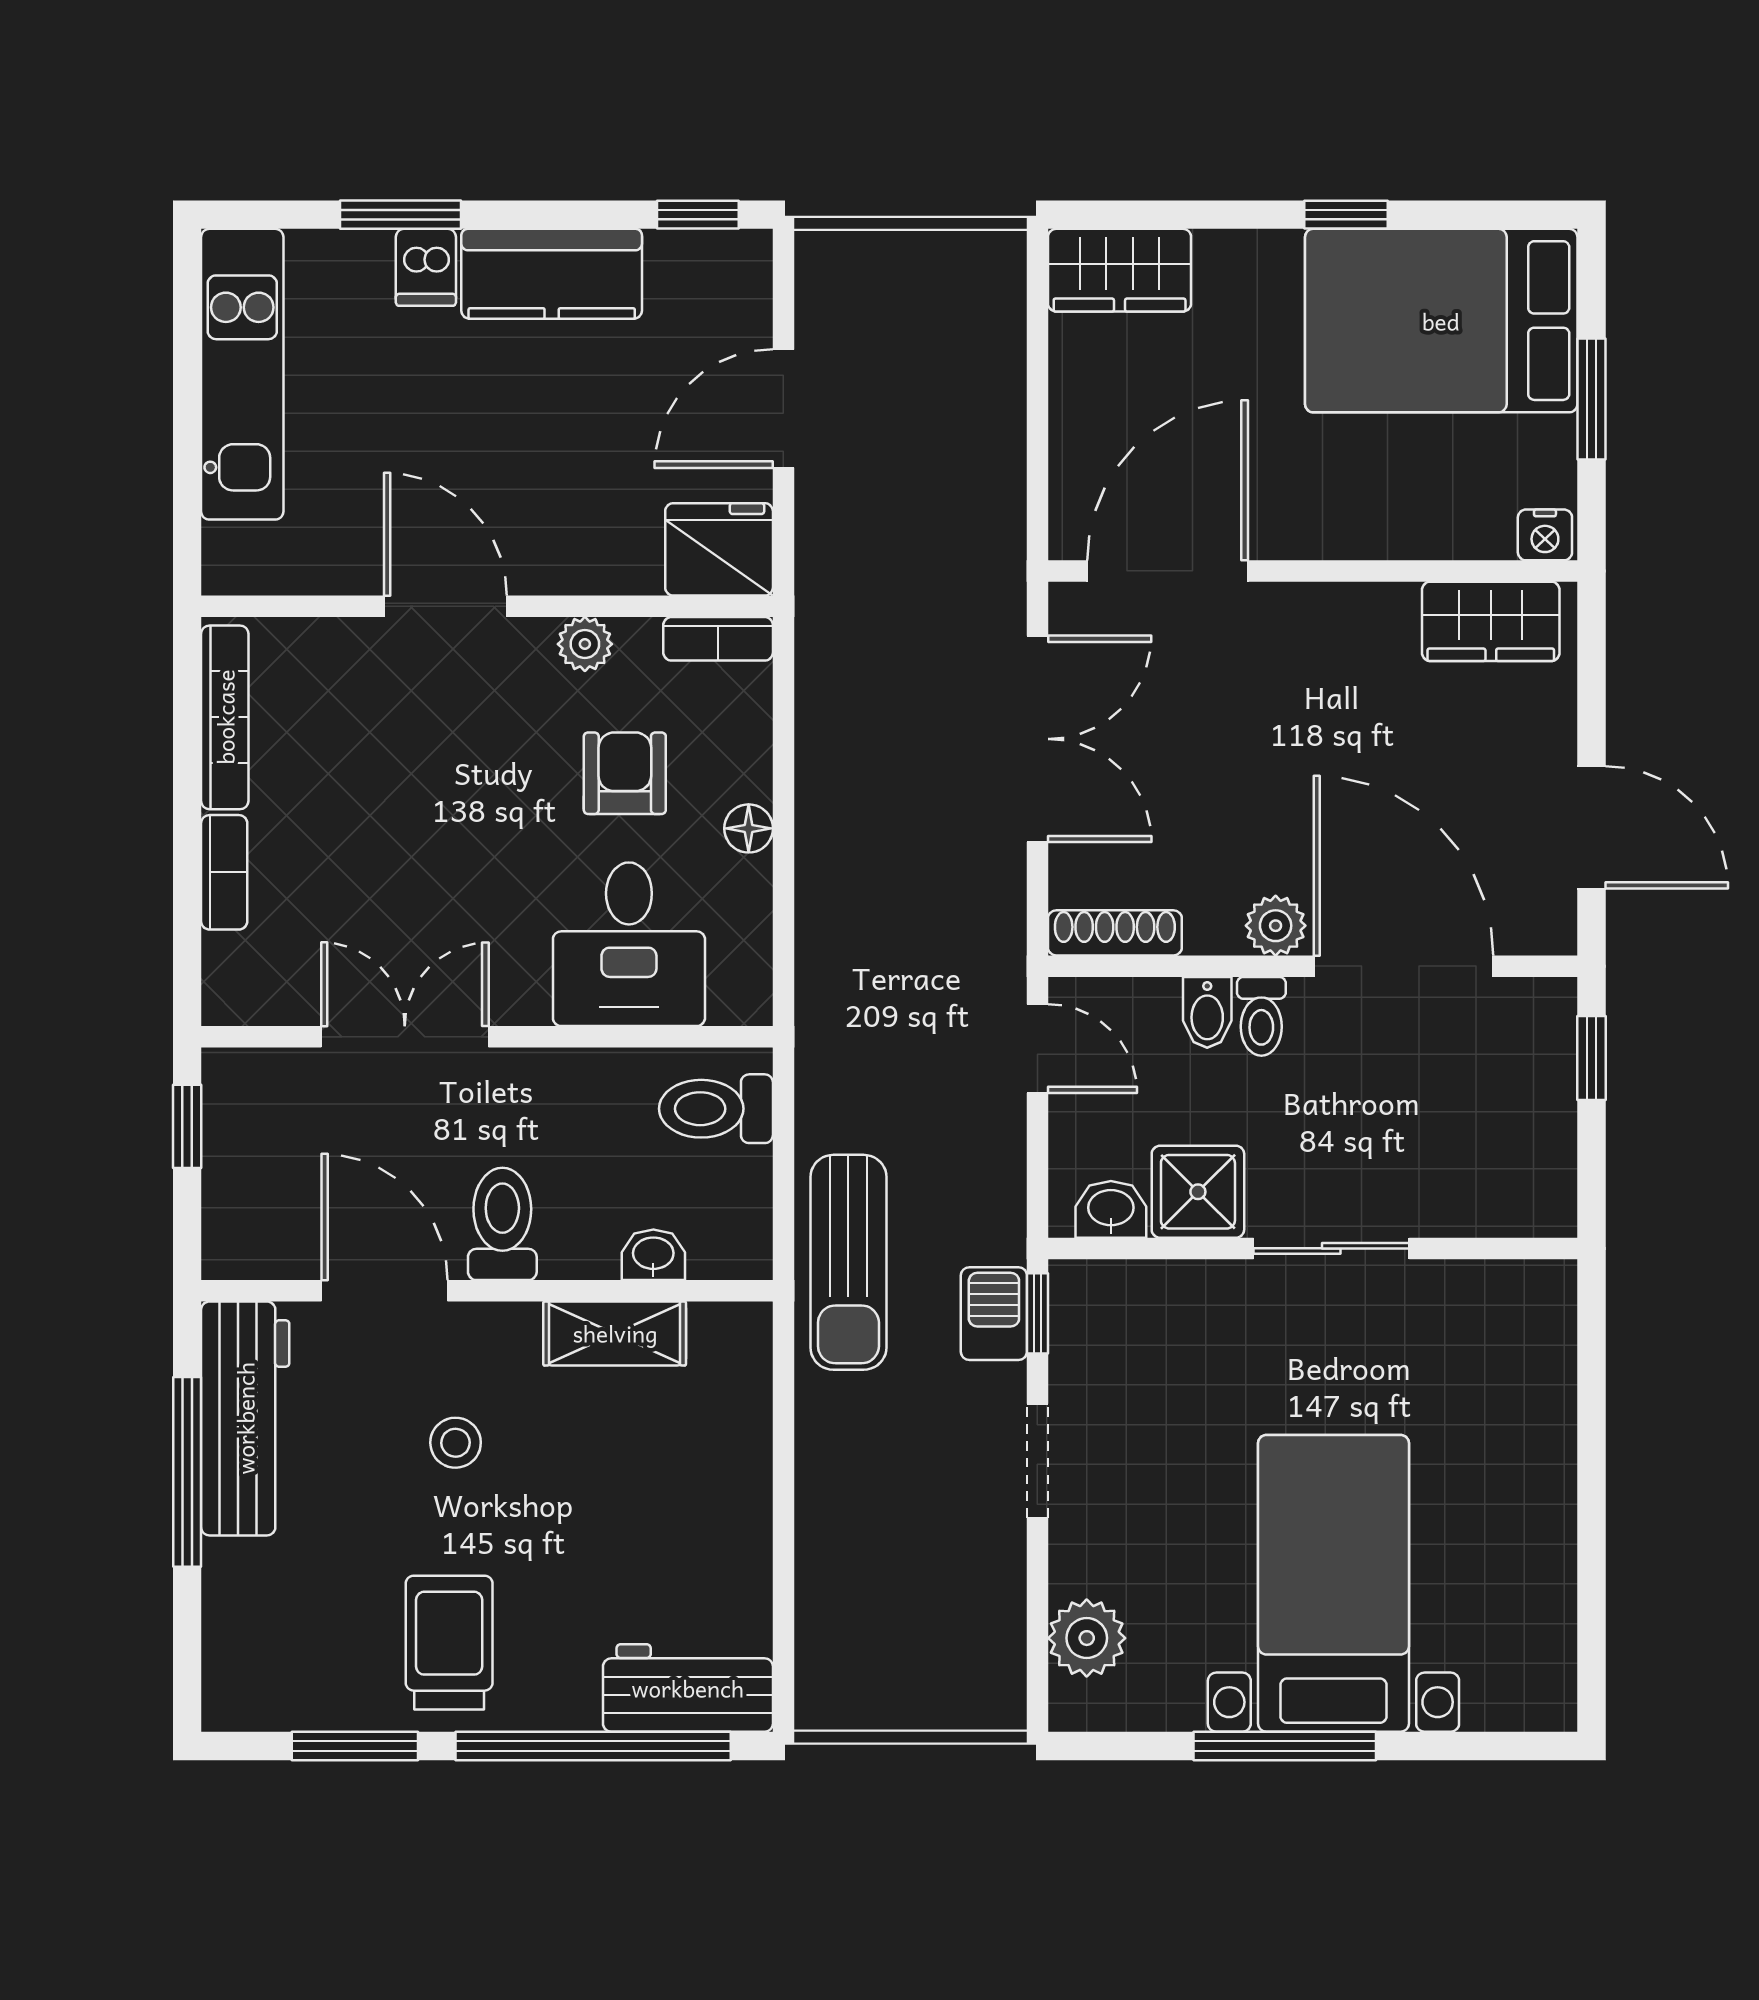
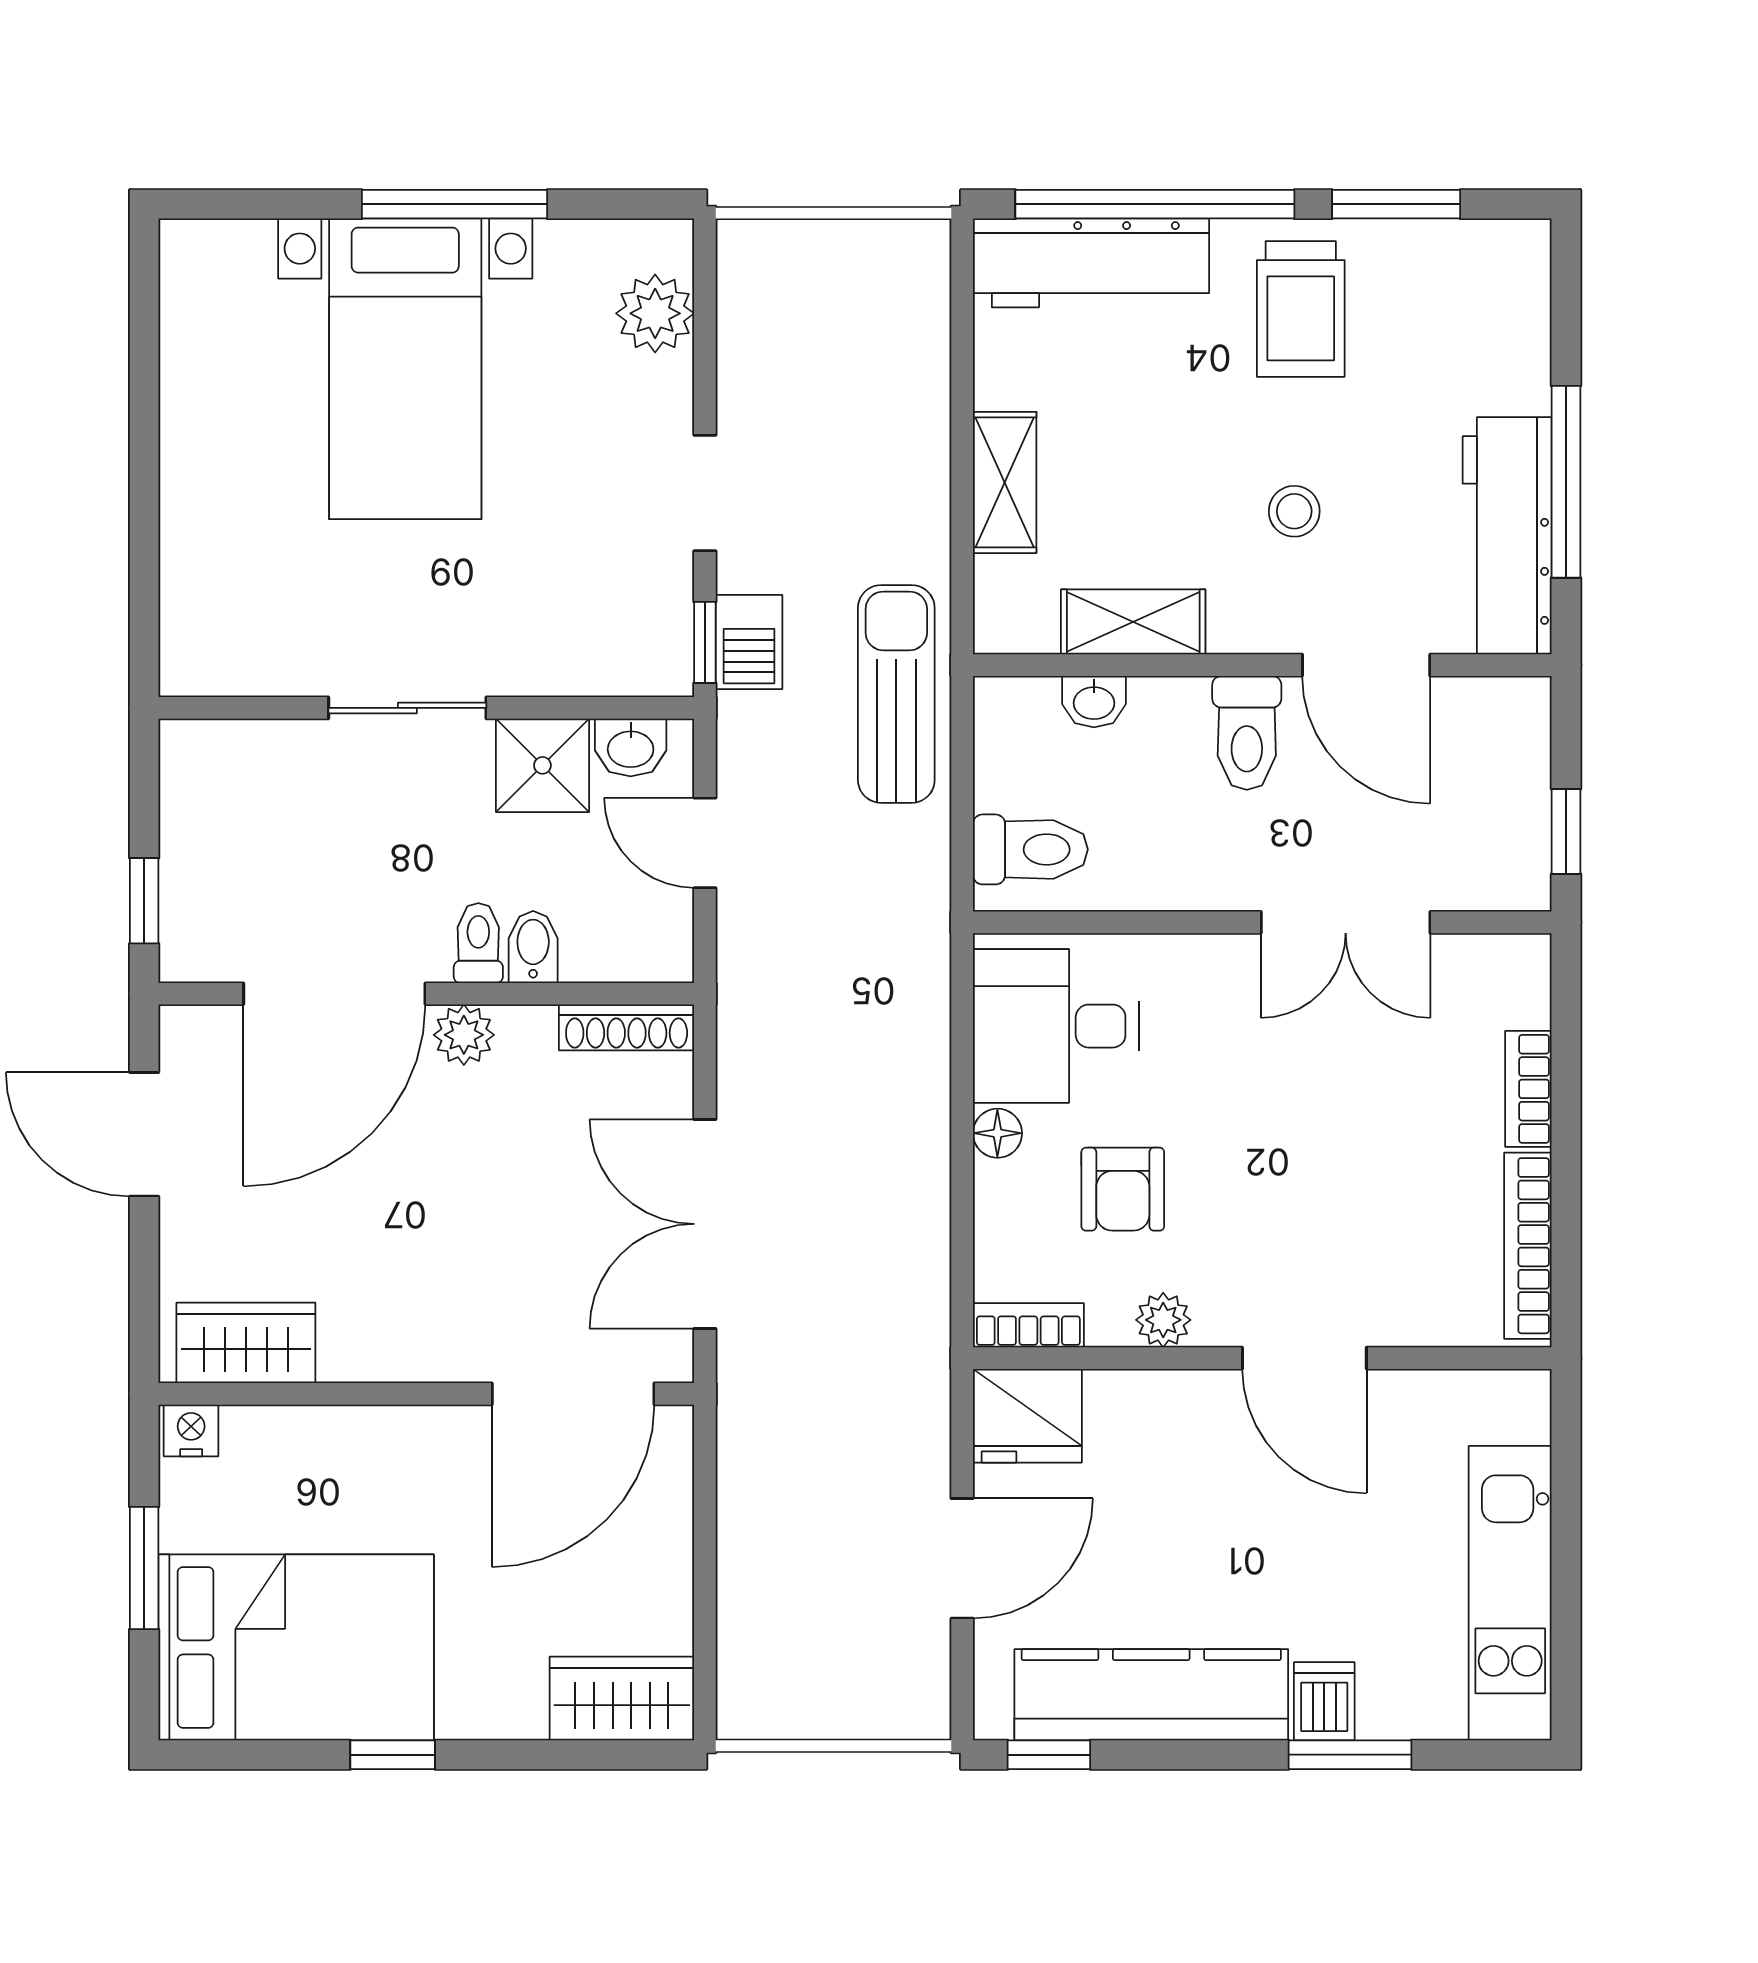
kitchen counter: (552, 274) -> (1151, 1695), width x1.50
desk: (629, 944) -> (1056, 1026), moved, turned -90
door: (1403, 966) -> (334, 994), hinge flipped
door: (1037, 1049) -> (705, 843), moved
shelving: (741, 1471) -> (1005, 482), added
workbench: (688, 1688) -> (1091, 263), width x1.38

